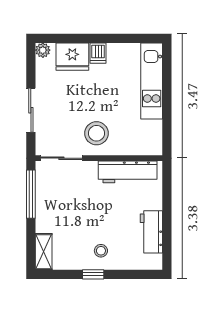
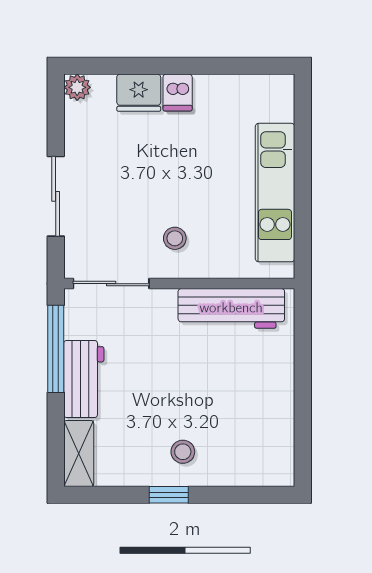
fridge: (72, 57) -> (139, 93), width x0.73, depth x0.75
kitchen unit: (152, 81) -> (275, 193), moved
stool: (96, 133) -> (175, 238), width x0.53, depth x0.53
workbench: (151, 232) -> (84, 379), moved, turned 180

